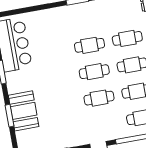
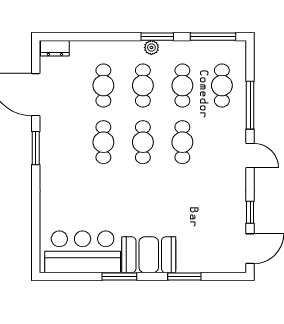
booth: (24, 111) -> (149, 255), moved

